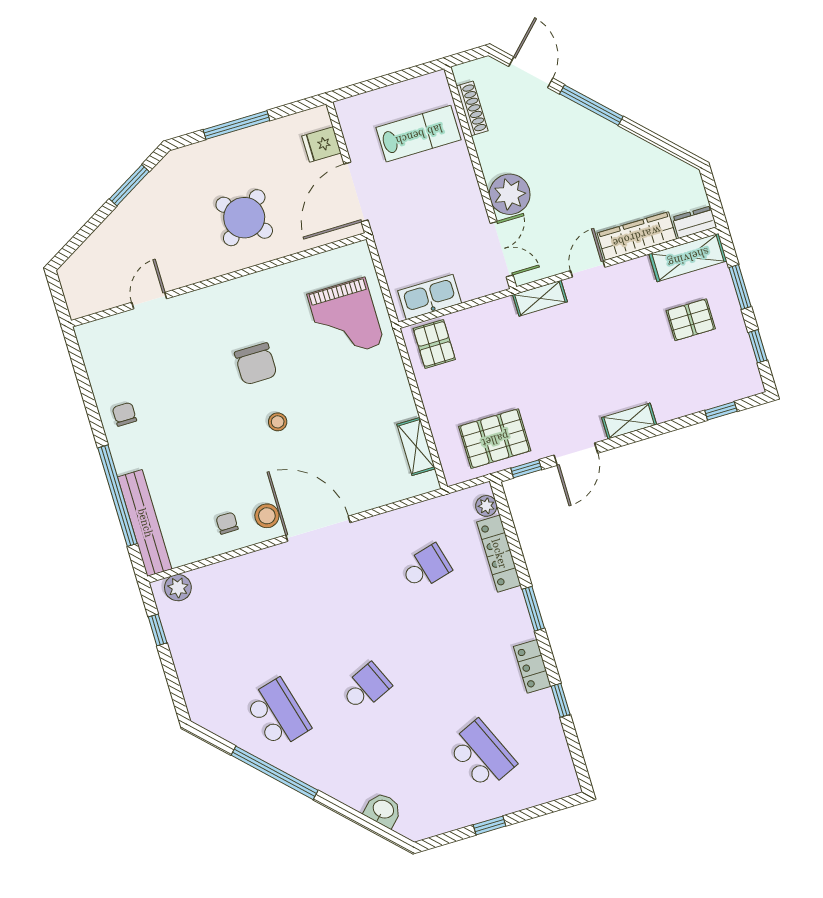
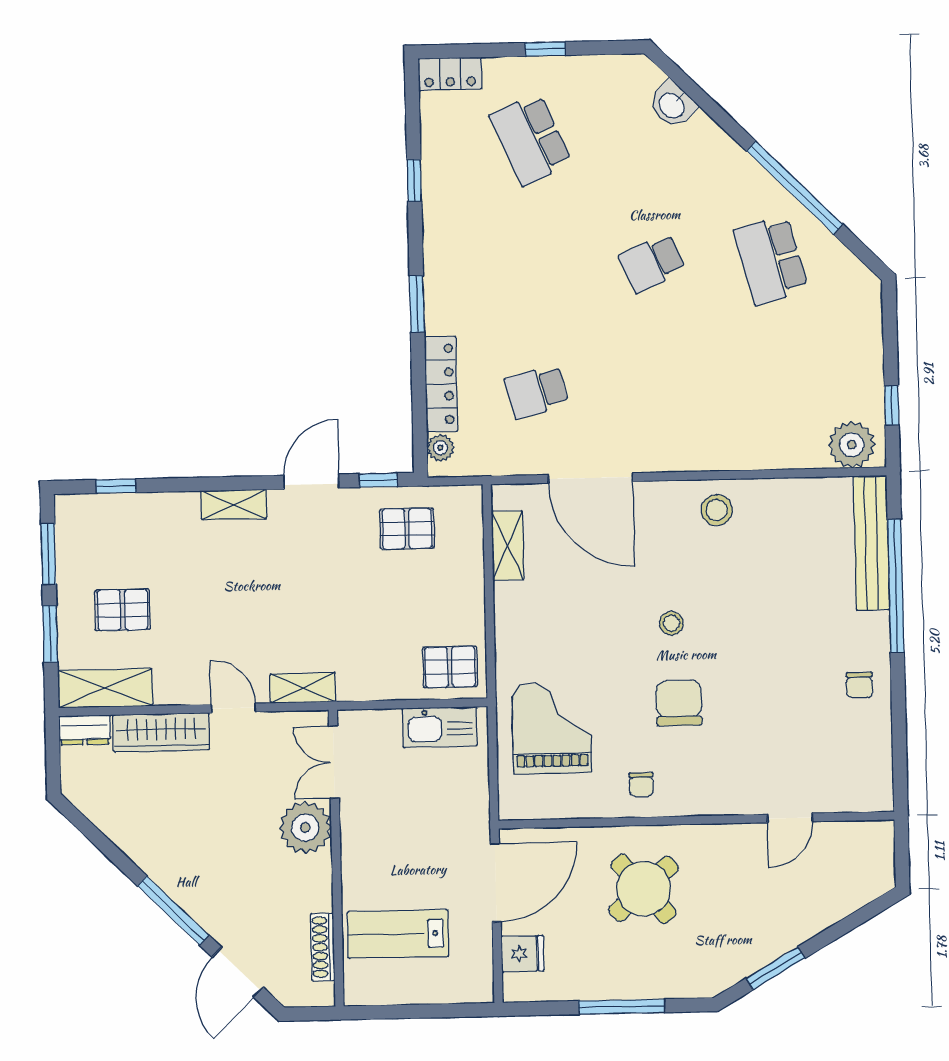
door: (588, 269) -> (233, 708), swing flipped
pallet: (434, 344) -> (450, 667), turned 90
window: (758, 346) -> (48, 554), width x1.50
pallet: (495, 439) -> (407, 529), width x0.67, depth x0.71
chair: (227, 523) -> (641, 784), moved
door: (318, 529) -> (591, 478), moved
plant: (178, 588) -> (852, 445), width x1.36, depth x1.36
locker: (532, 666) -> (450, 74), moved, turned 90

